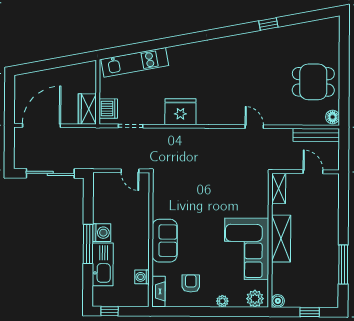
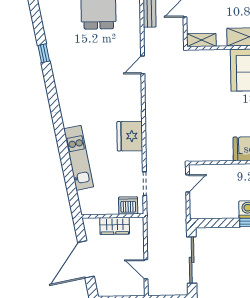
kitchen unit: (135, 62) -> (79, 158), moved
door: (53, 63) -> (86, 259), added
wardrobe: (87, 109) -> (115, 226), moved
door: (42, 126) -> (146, 269), width x0.53

